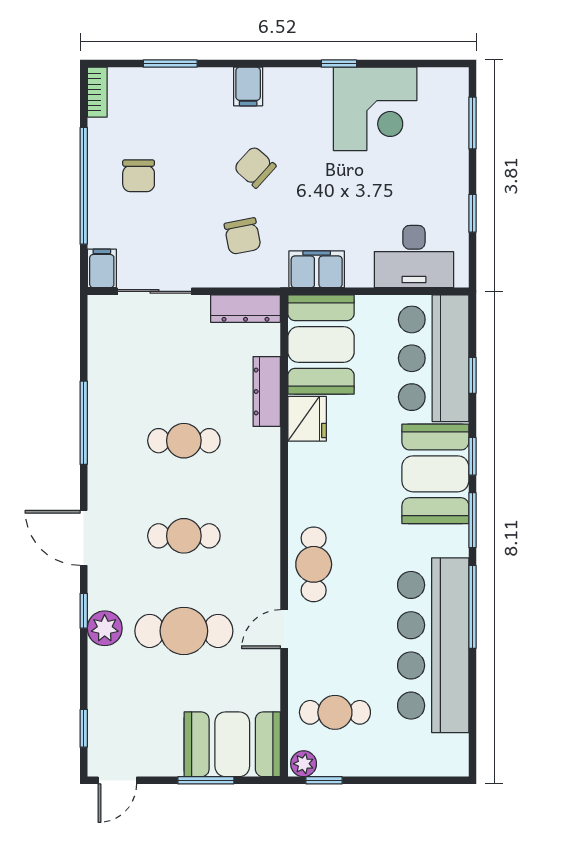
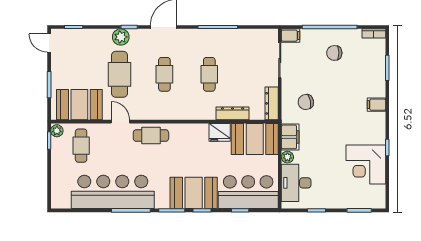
chair: (255, 167) -> (338, 108), removed
plant: (359, 275) -> (287, 157), added
booth: (232, 744) -> (79, 105), moved, turned 90

